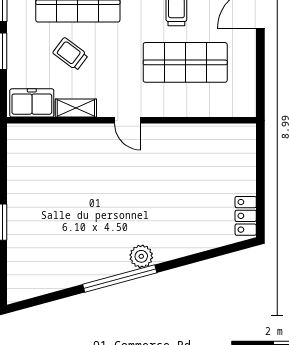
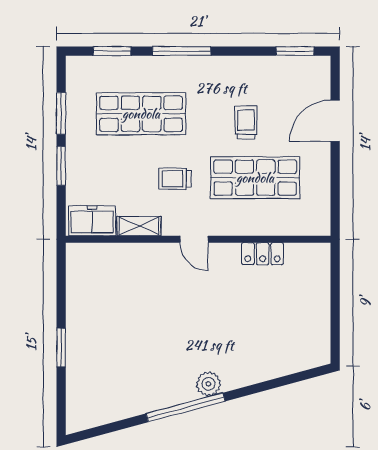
trolley: (70, 54) -> (175, 179), moved, turned -37
locker: (246, 216) -> (263, 254), moved, turned -90

